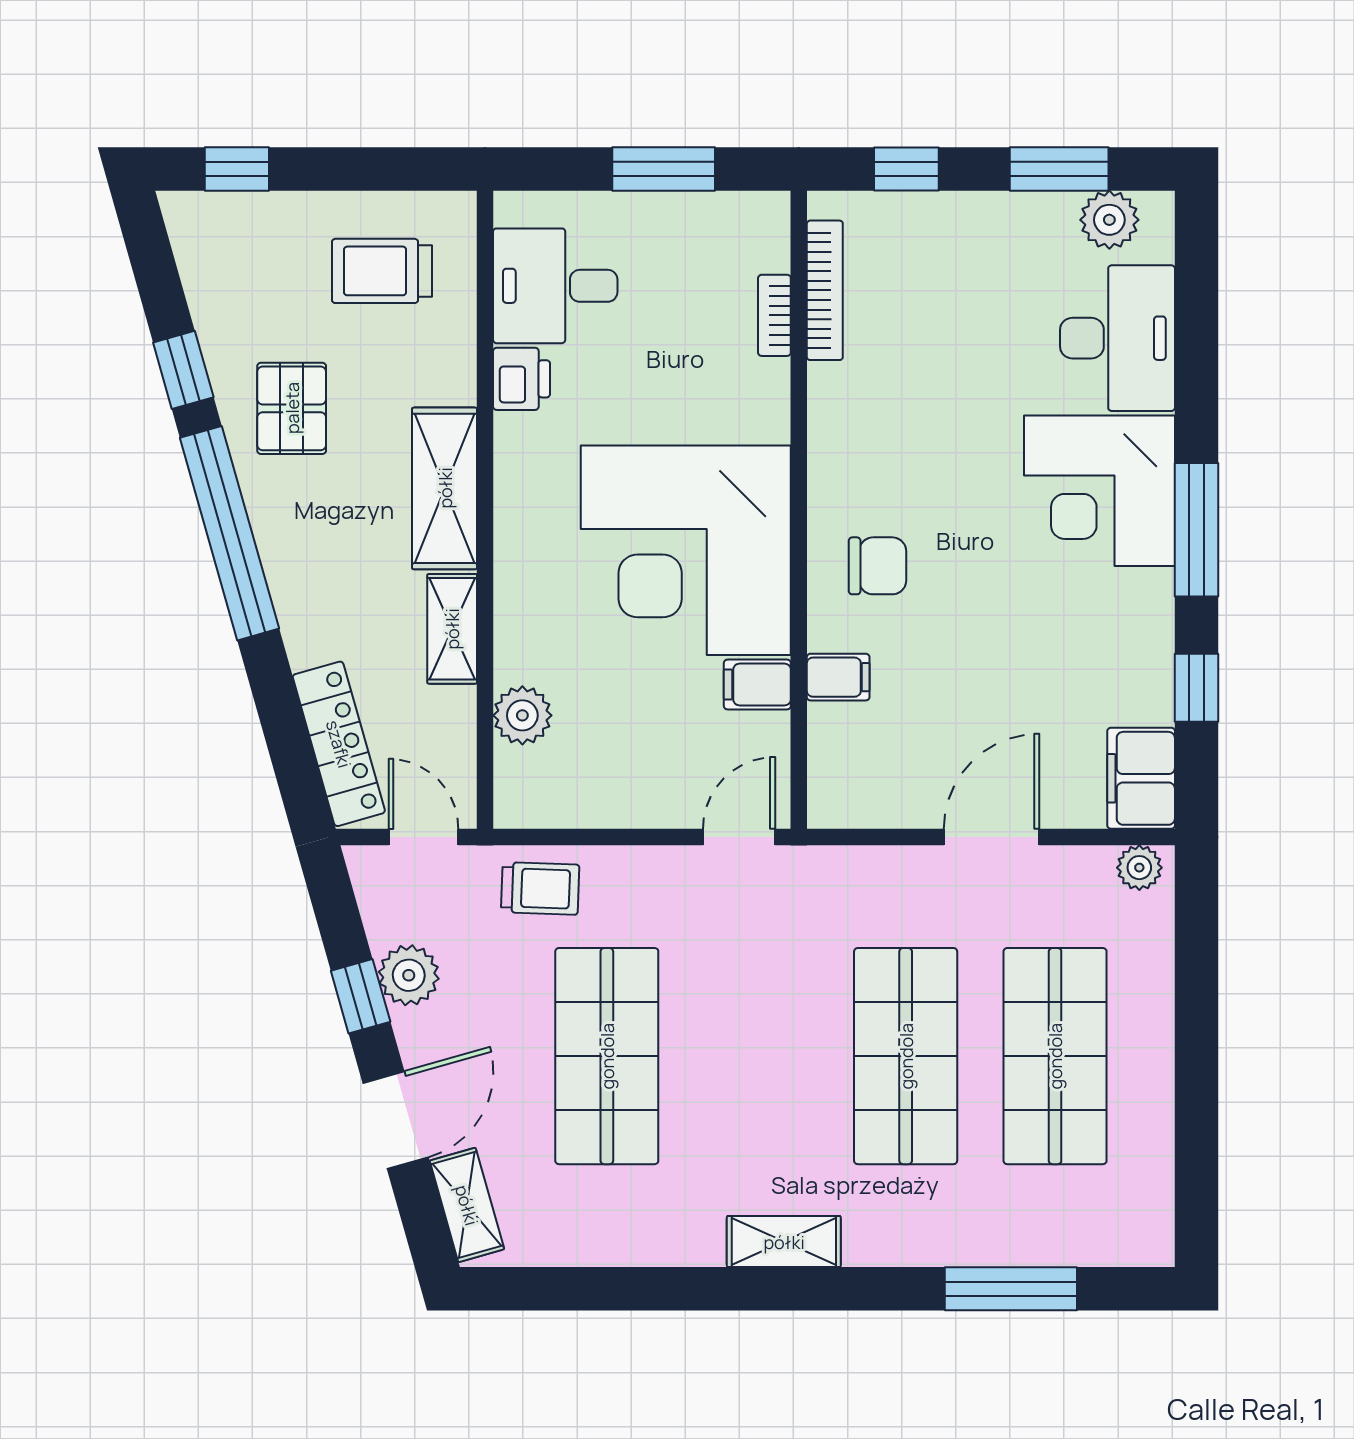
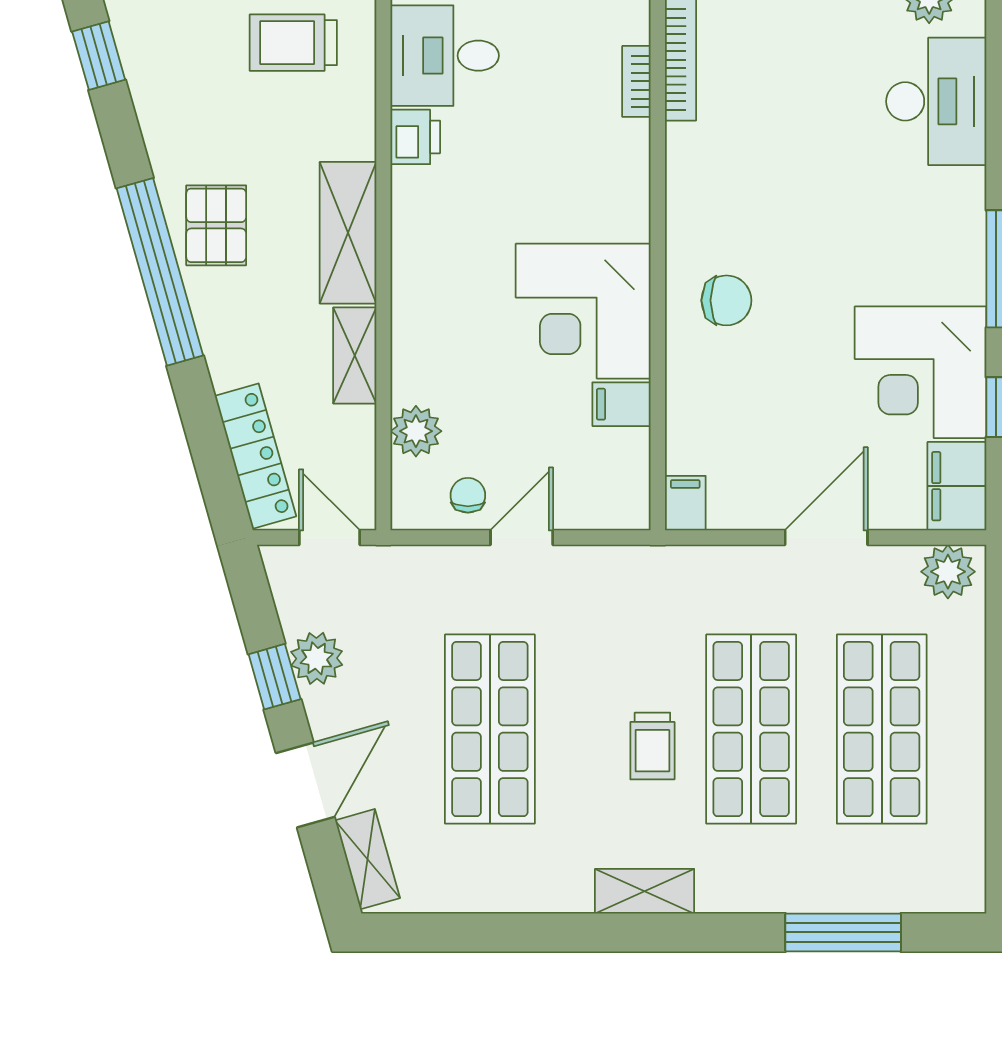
window: (183, 370) -> (99, 56), moved
pallet: (292, 408) -> (216, 225), moved
corner desk: (1099, 491) -> (921, 372), moved
corner desk: (686, 550) -> (583, 311), width x0.74, depth x0.74
filing cabinet: (838, 677) -> (685, 503), moved, turned -90
chair: (582, 789) -> (468, 495), added
door: (739, 837) -> (522, 538), moved
plant: (1139, 868) -> (948, 572), width x1.38, depth x1.38
trolley: (540, 888) -> (652, 746), moved, turned 88

